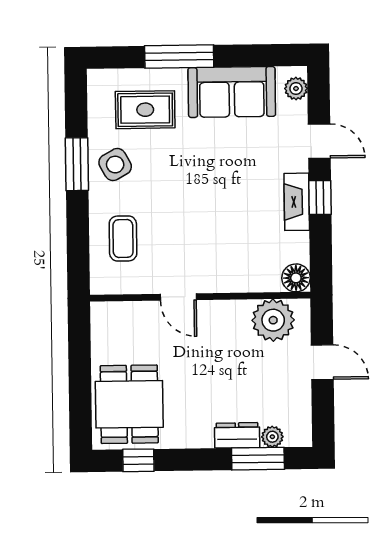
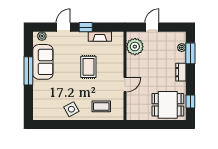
window: (179, 57) -> (28, 71), moved
rug: (145, 110) -> (88, 67), moved
window: (77, 164) -> (71, 125), removed
fireplace: (297, 202) -> (100, 36), moved
floor lamp: (296, 278) -> (118, 37), removed
dresser: (237, 435) -> (181, 72), moved

